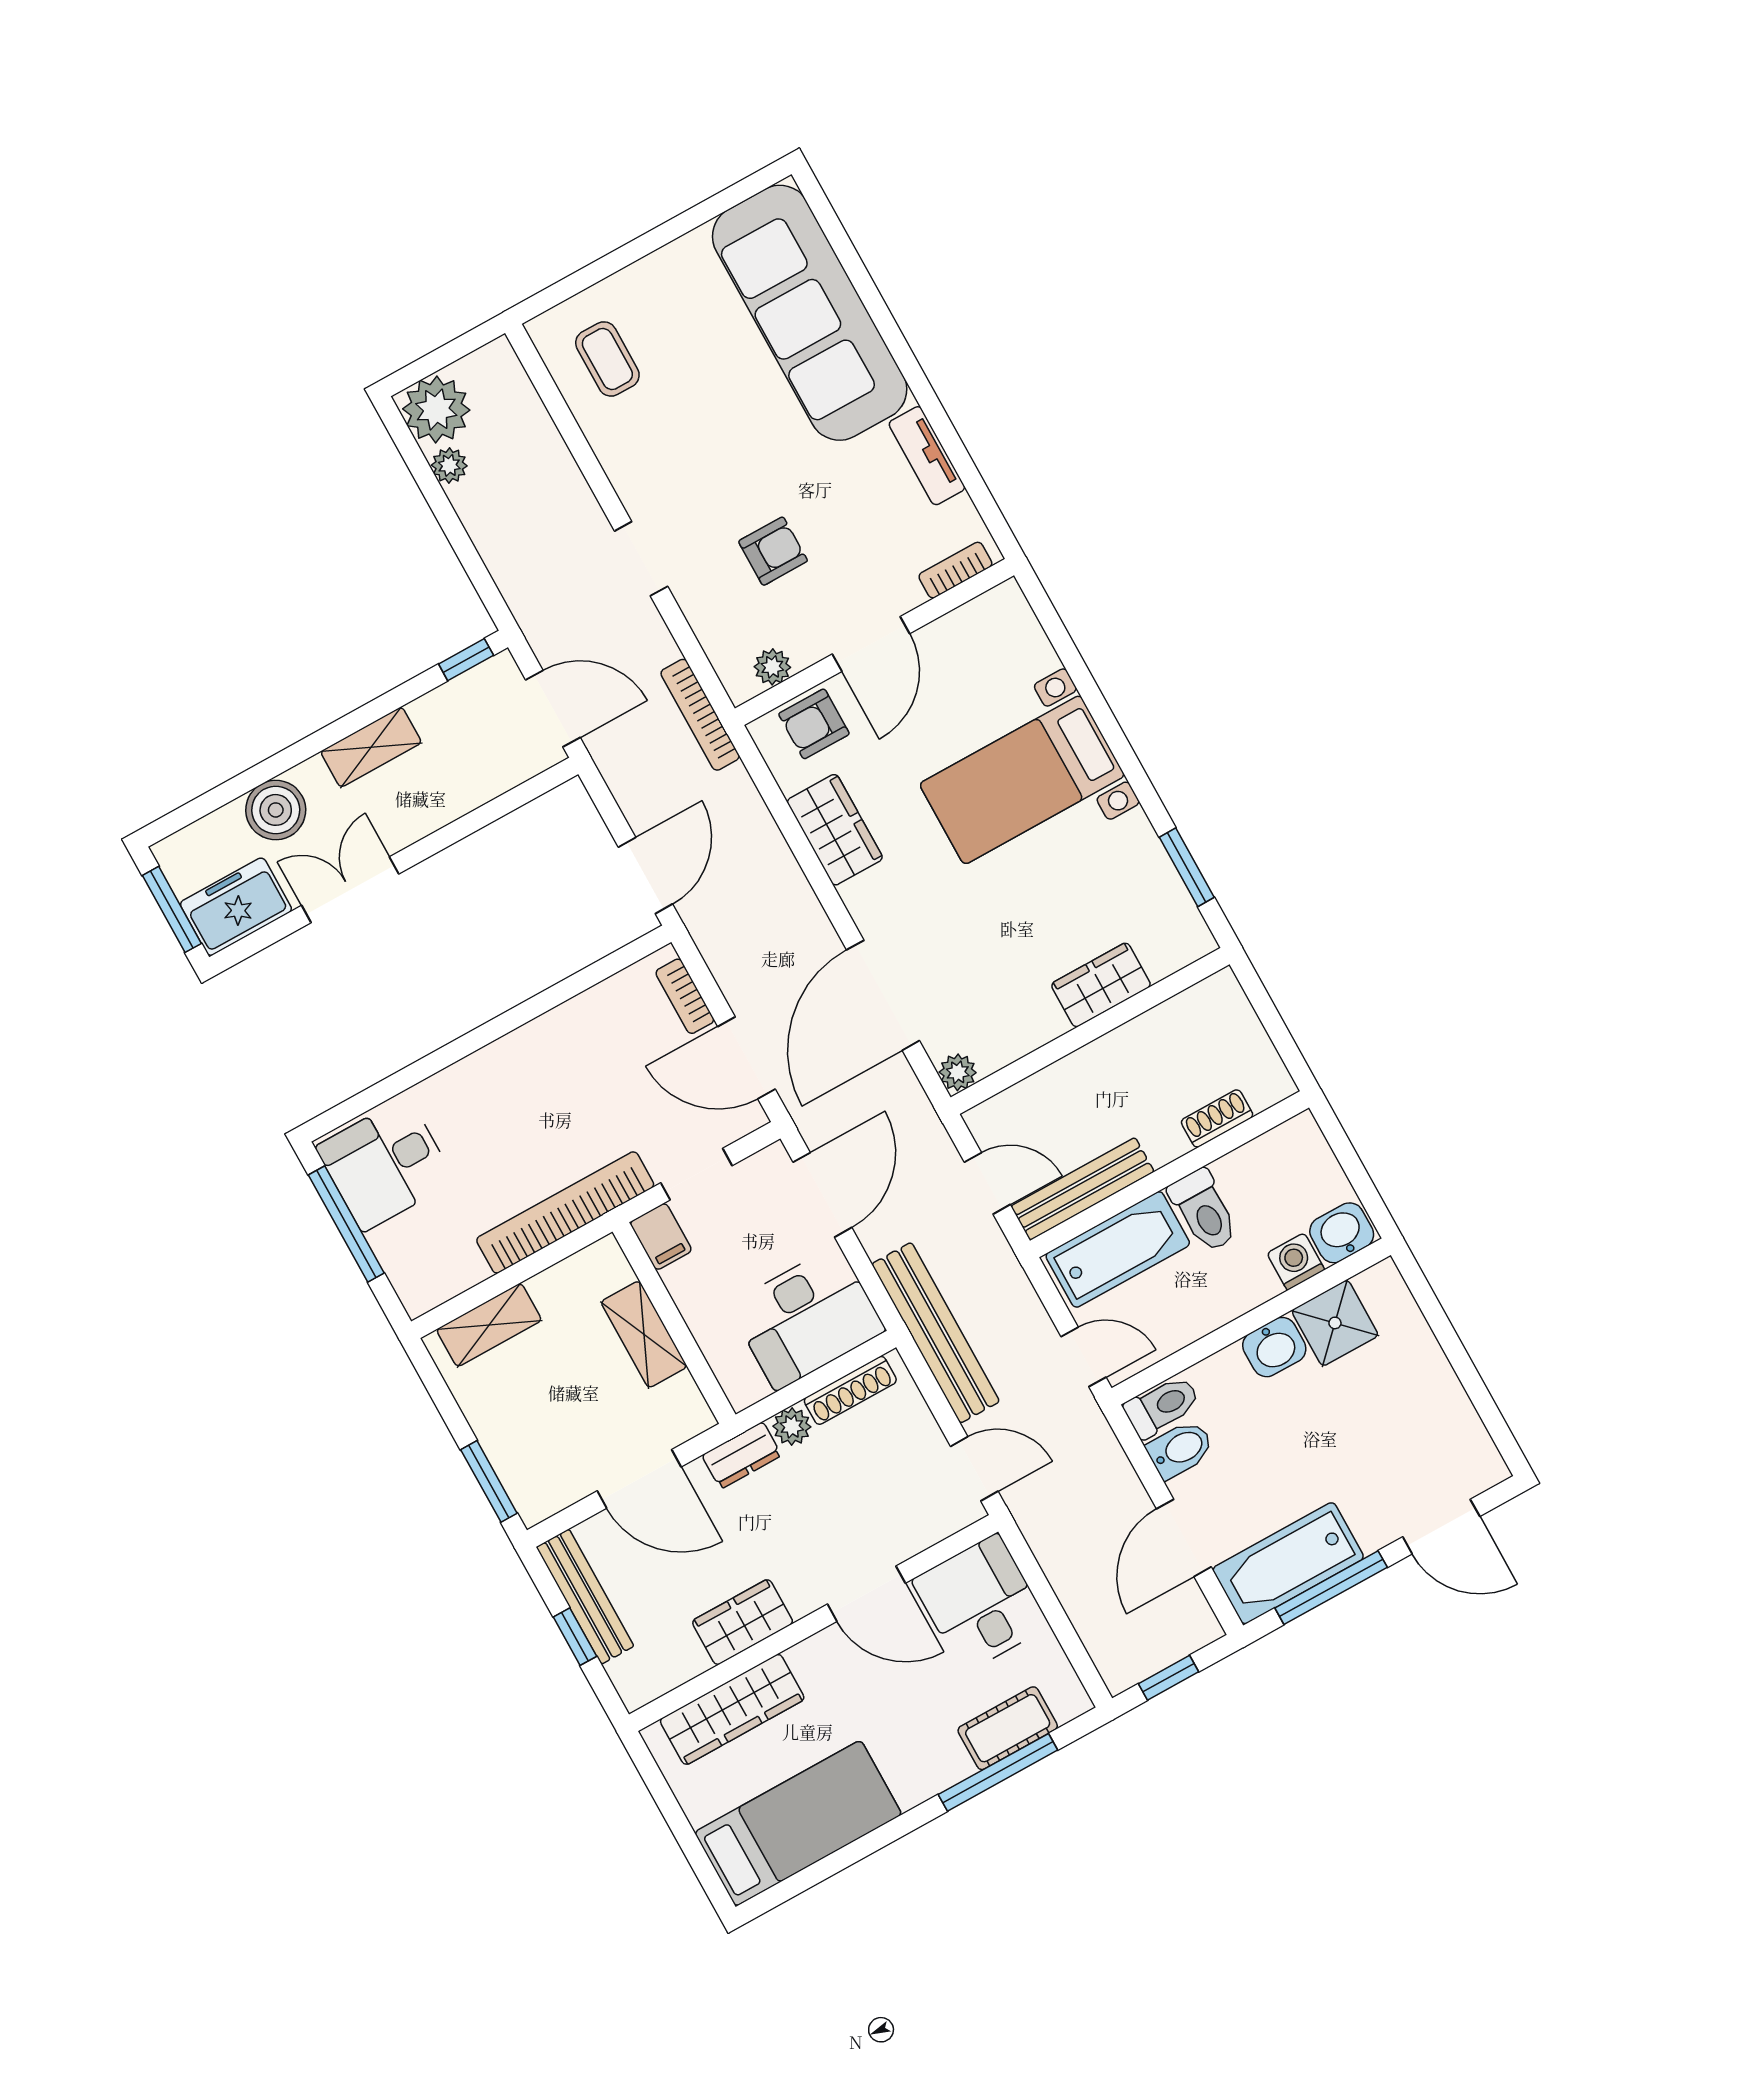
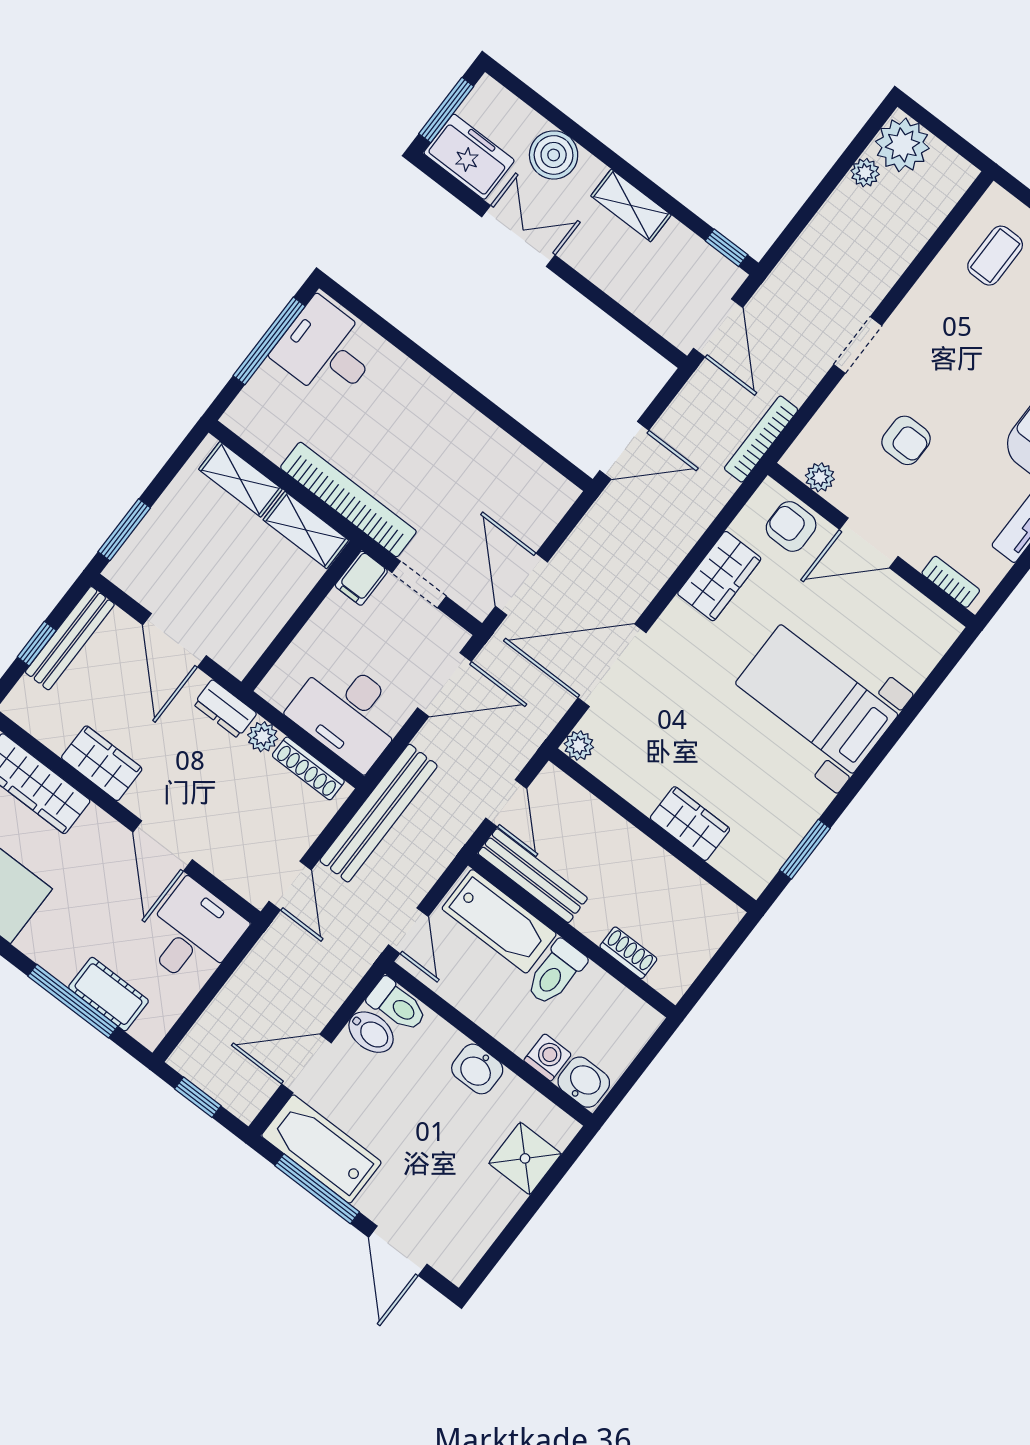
bookcase: (685, 996) -> (547, 519), removed
shower: (1335, 1323) -> (525, 1158), moved
shelving: (644, 1334) -> (306, 530), moved, turned 90

